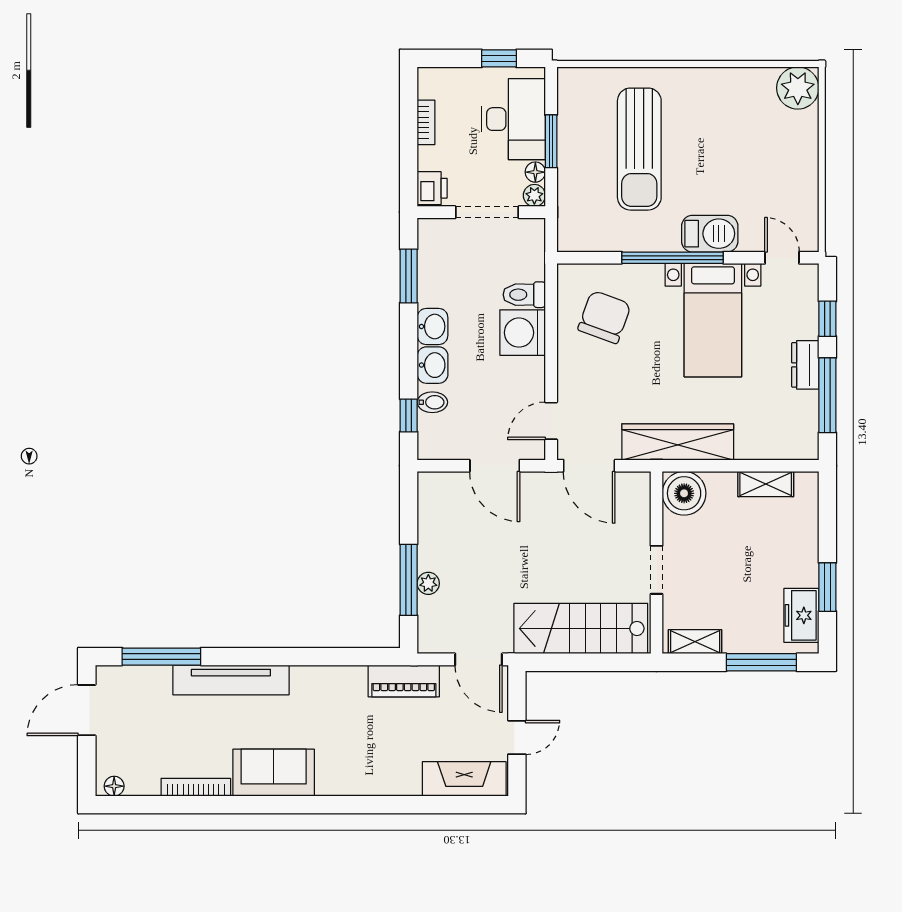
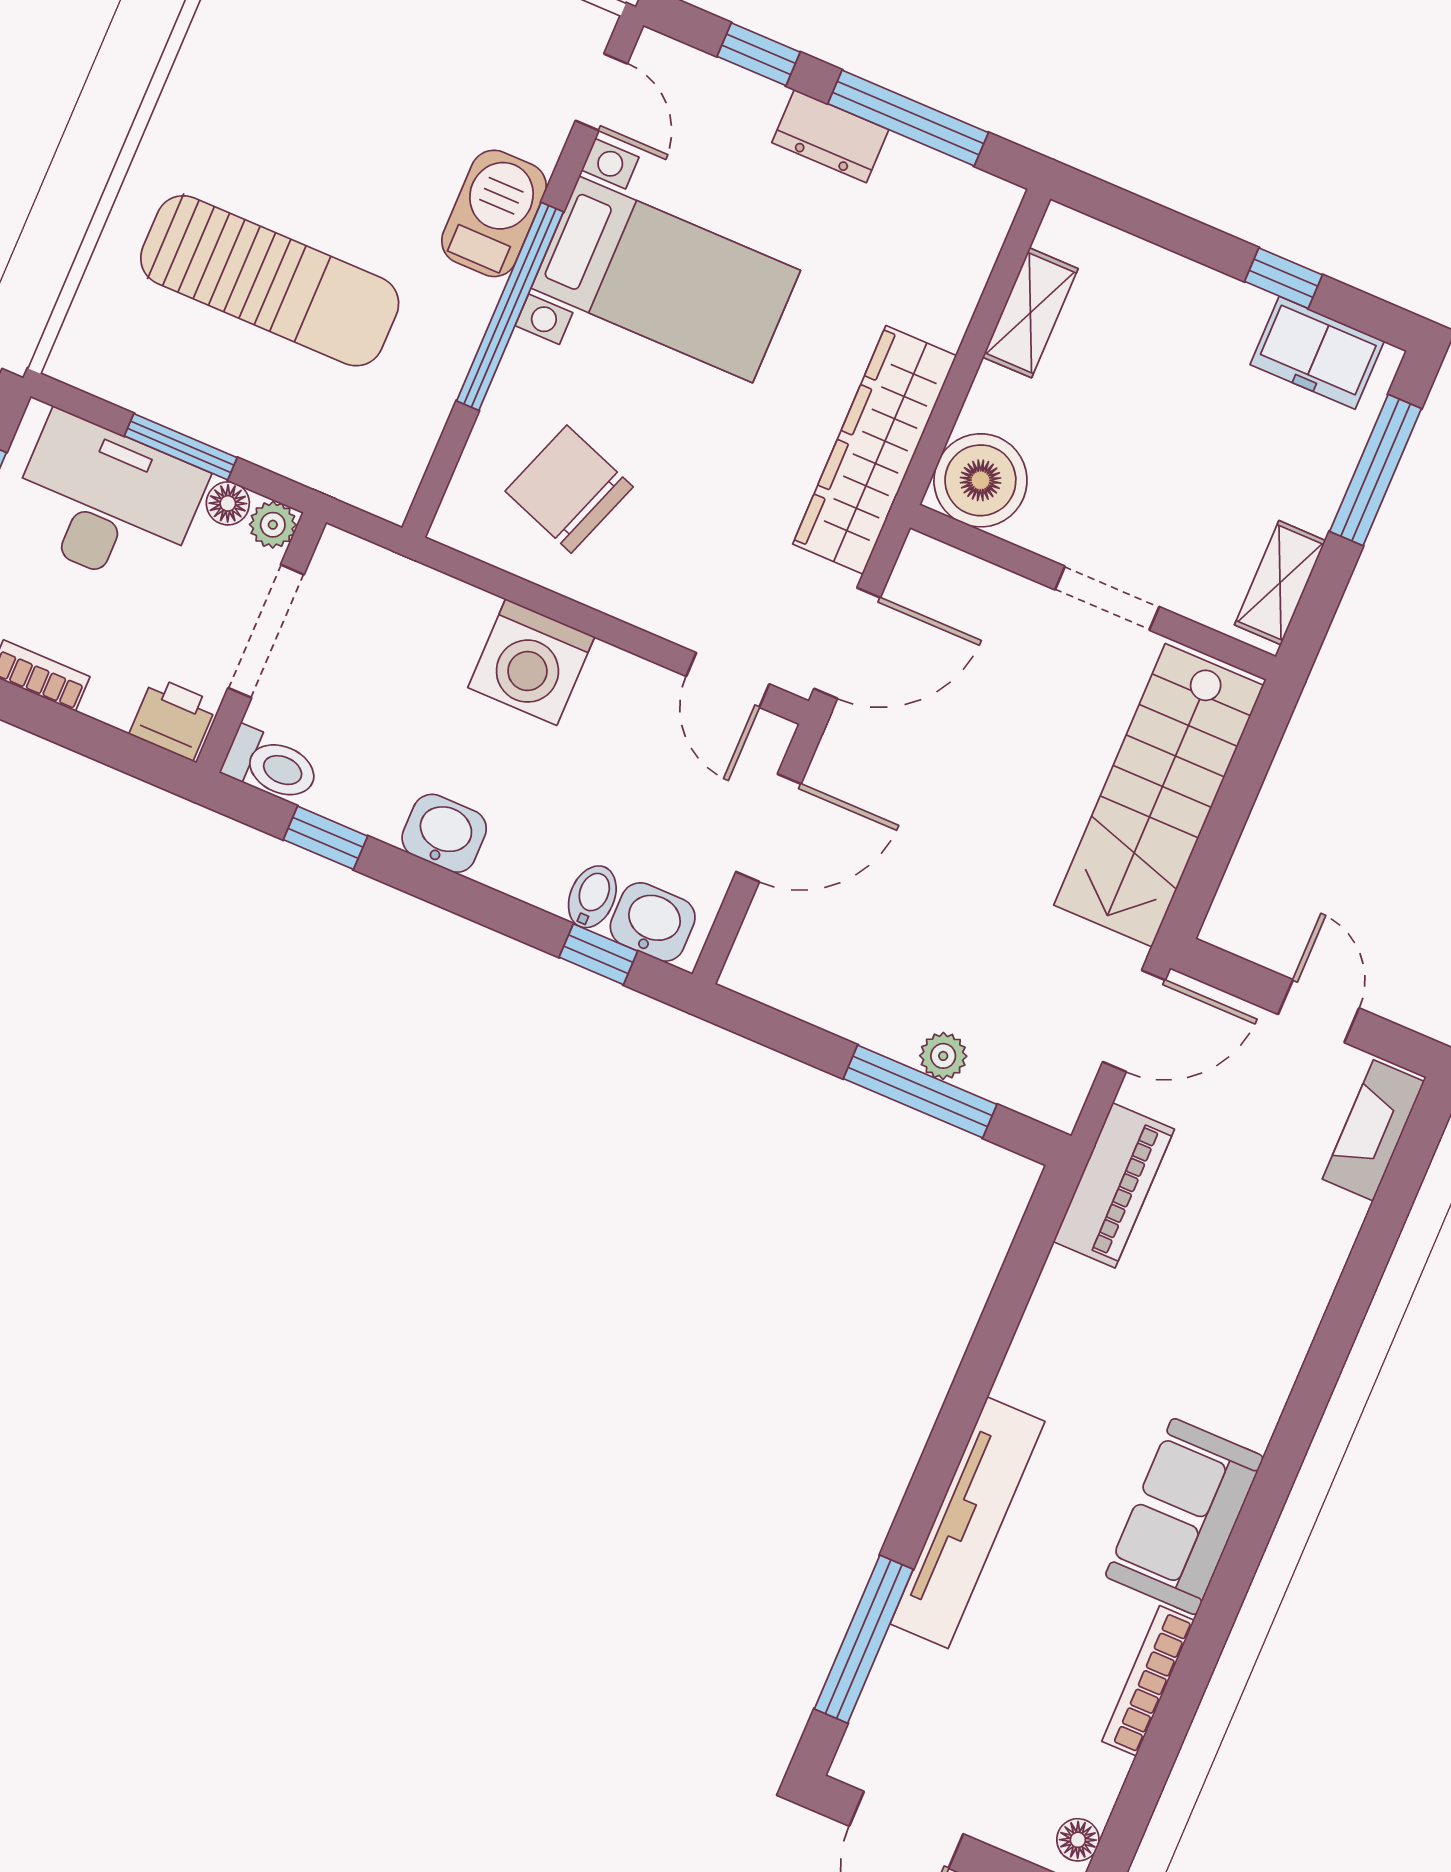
door: (782, 258) -> (601, 92), swing flipped
window: (409, 276) -> (325, 838), width x0.67
toilet: (524, 295) -> (271, 765), moved, turned -90
washbasin: (433, 365) -> (653, 922), moved
window: (827, 587) -> (1283, 278), width x0.67
fireplace: (464, 779) -> (1373, 1130), width x0.73, depth x0.76

